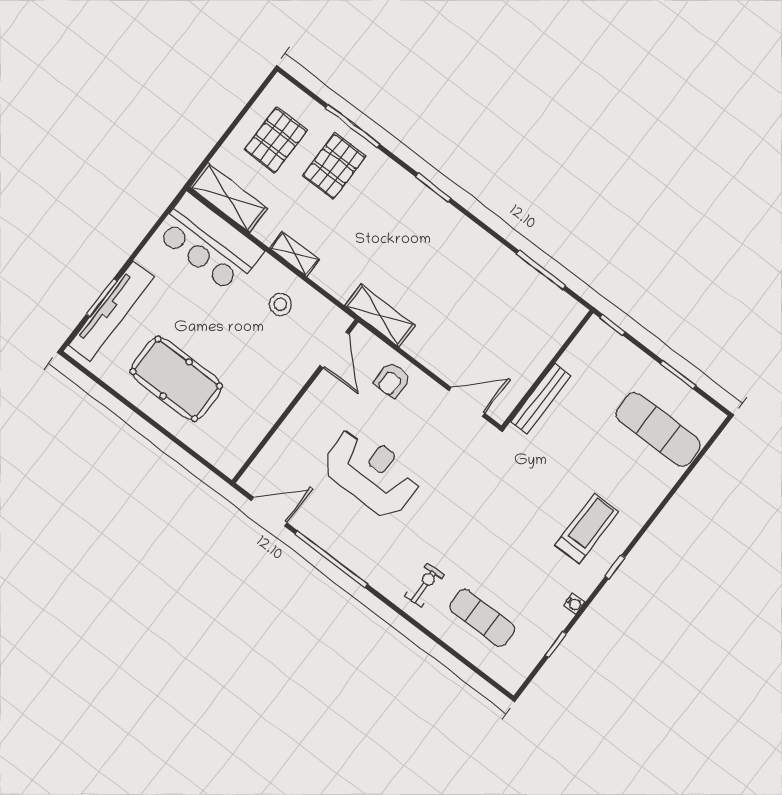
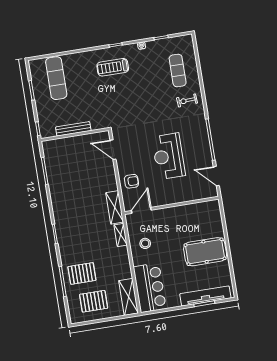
shelving: (294, 254) -> (121, 235), moved
pool table: (176, 379) -> (205, 252), turned 90
bench: (541, 399) -> (73, 129), moved

